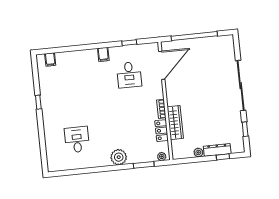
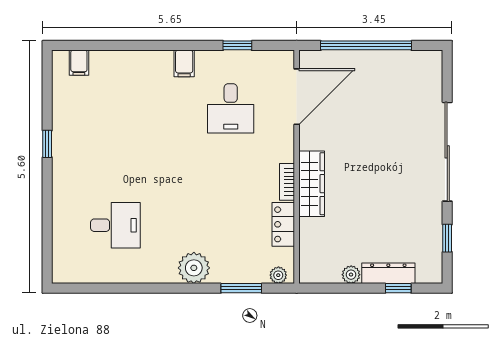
wardrobe: (175, 123) -> (312, 184), moved
desk: (77, 140) -> (115, 225), turned 90

